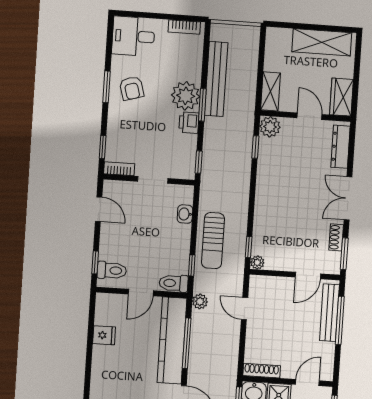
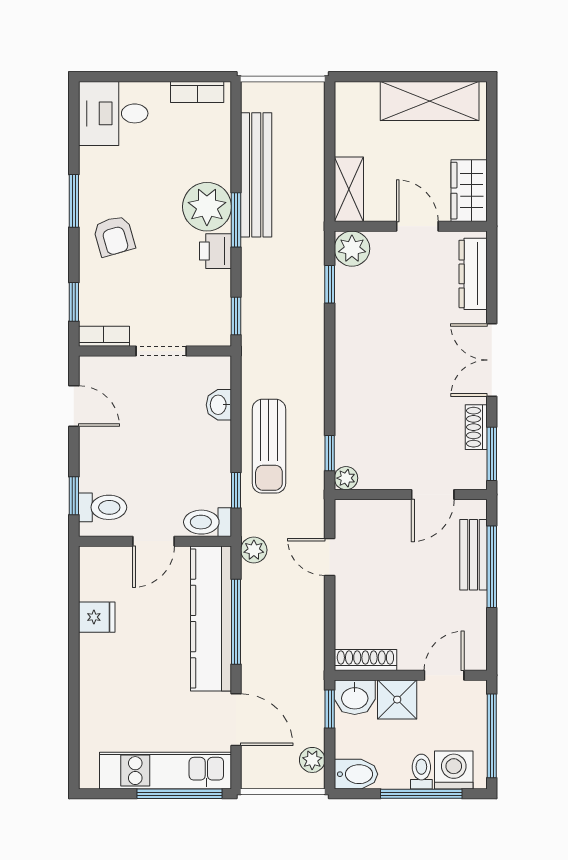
armchair: (132, 88) -> (114, 236), moved
bench: (329, 313) -> (474, 555), width x0.73

